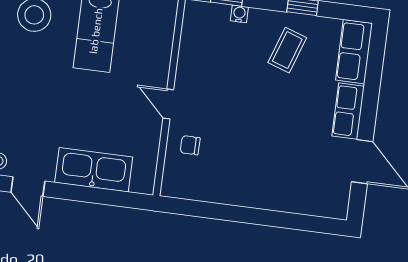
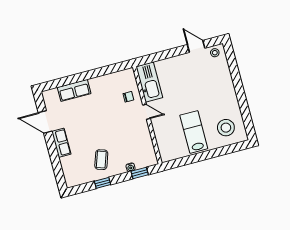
row of seats: (354, 52) -> (74, 90), moved, turned 90
kitchen sink: (94, 170) -> (149, 82), moved, turned -90

